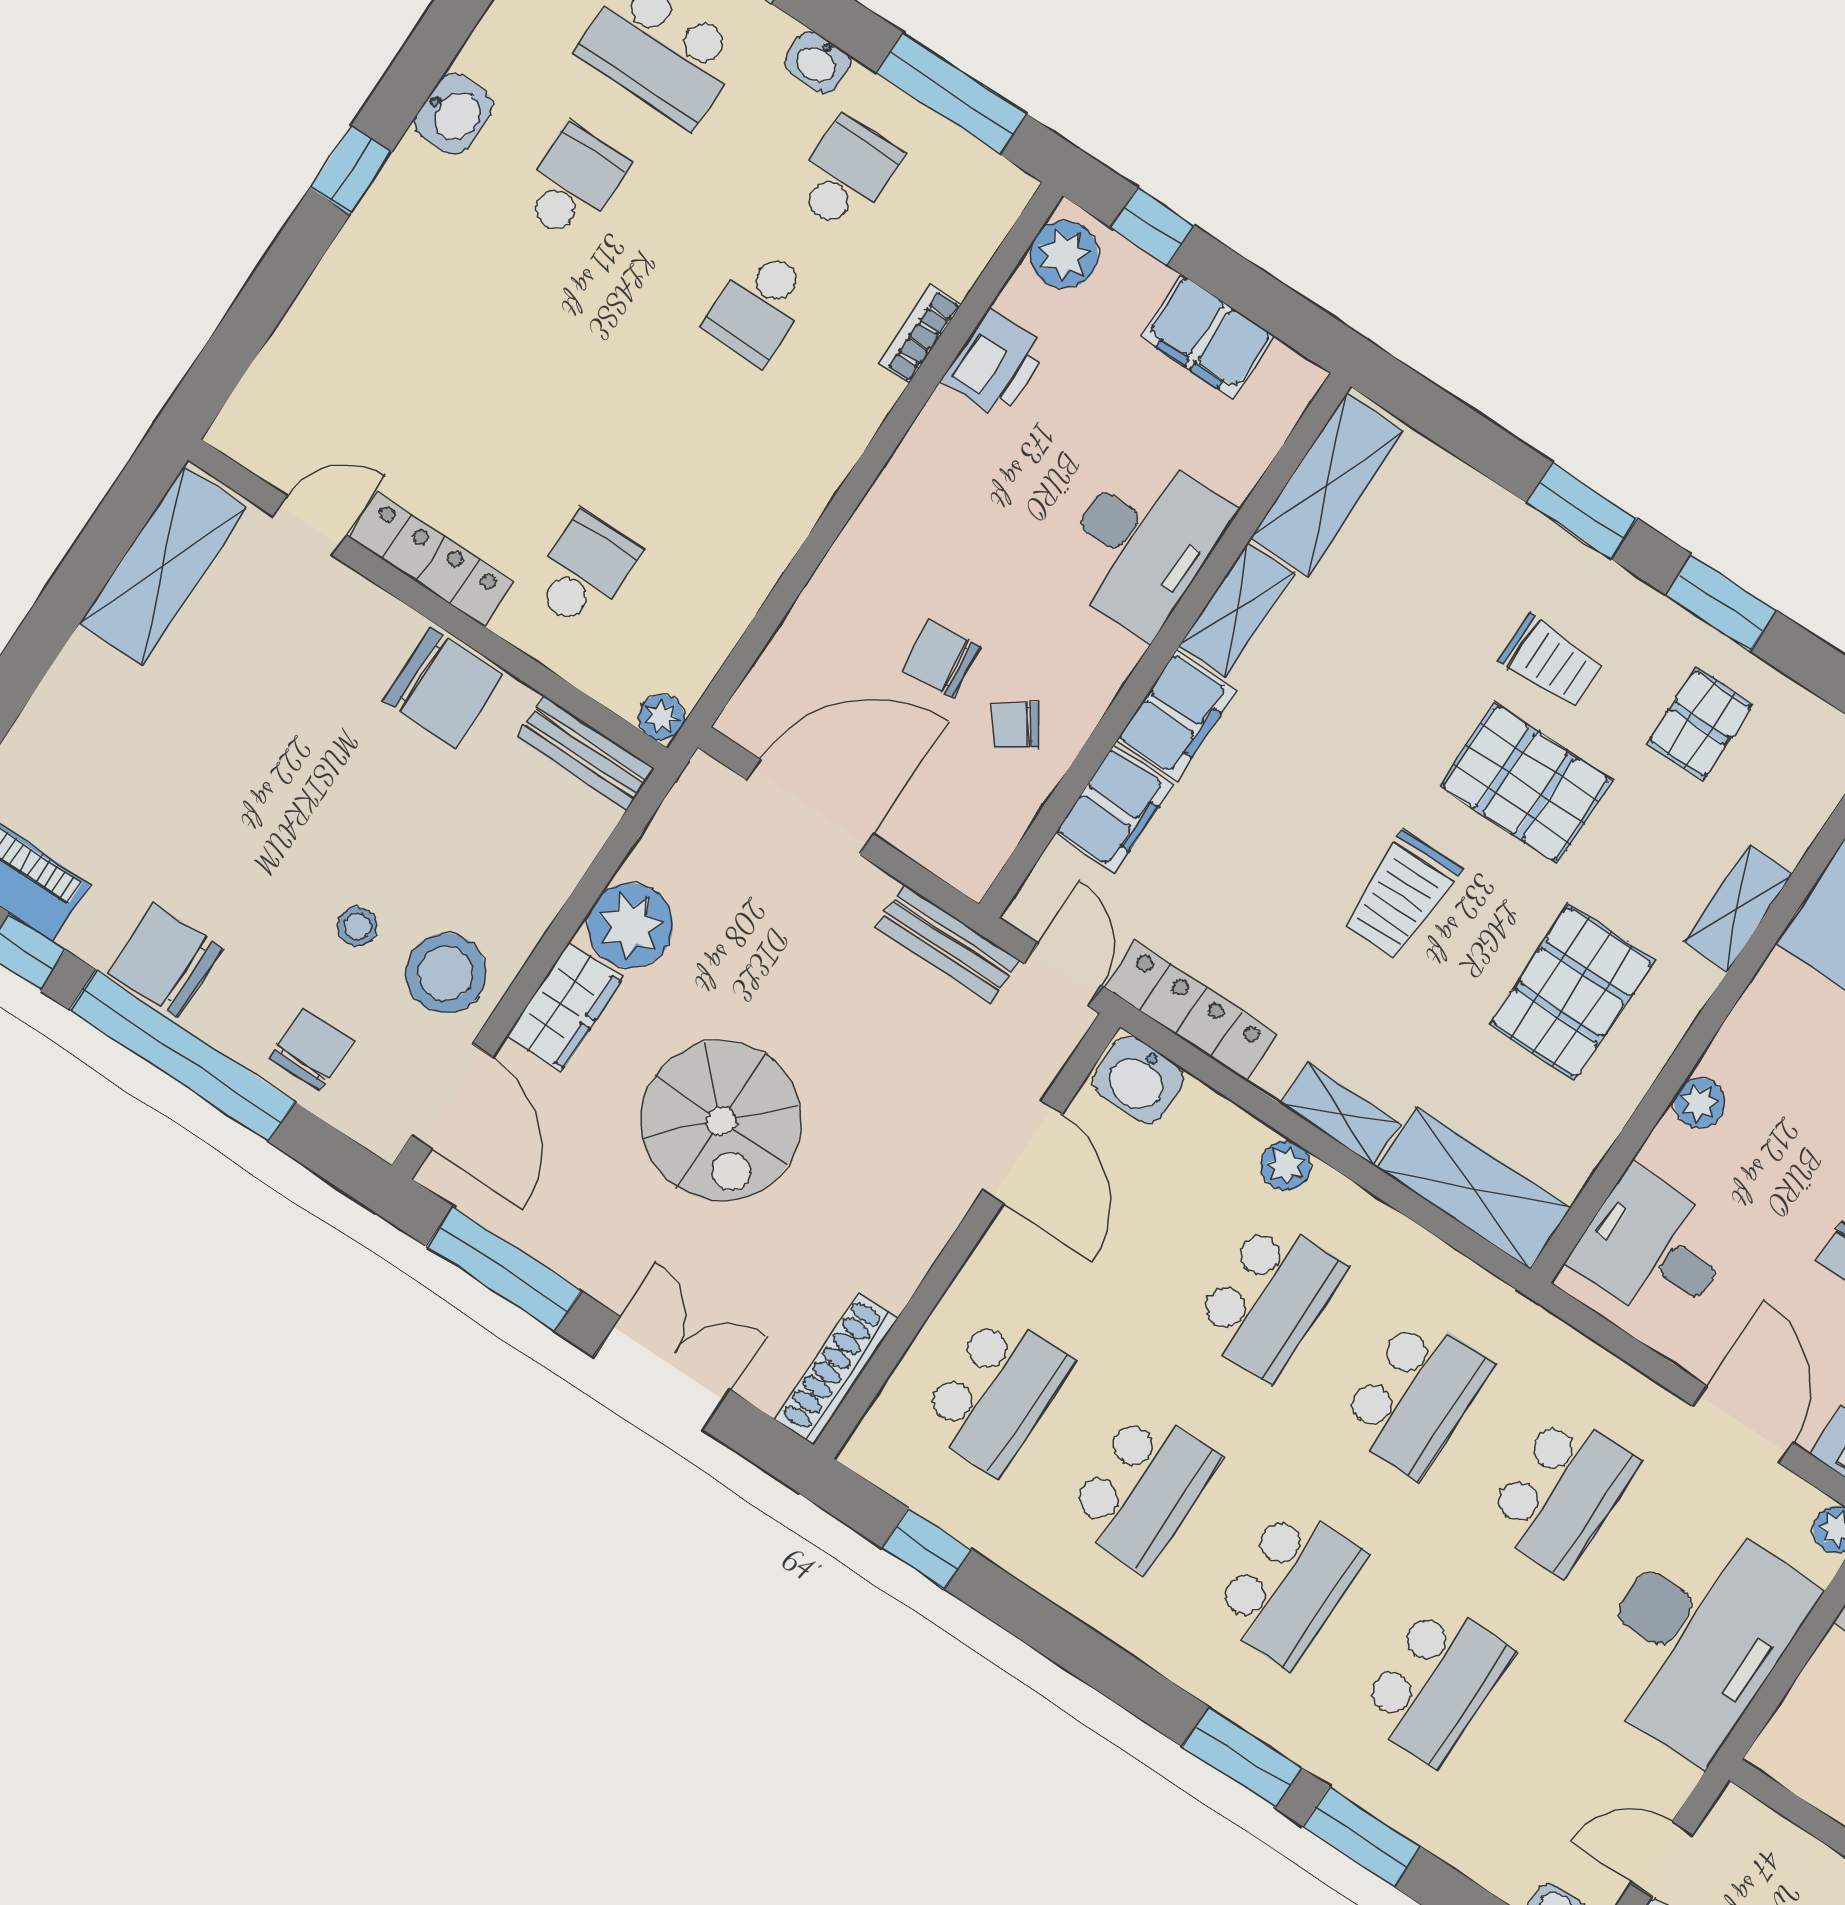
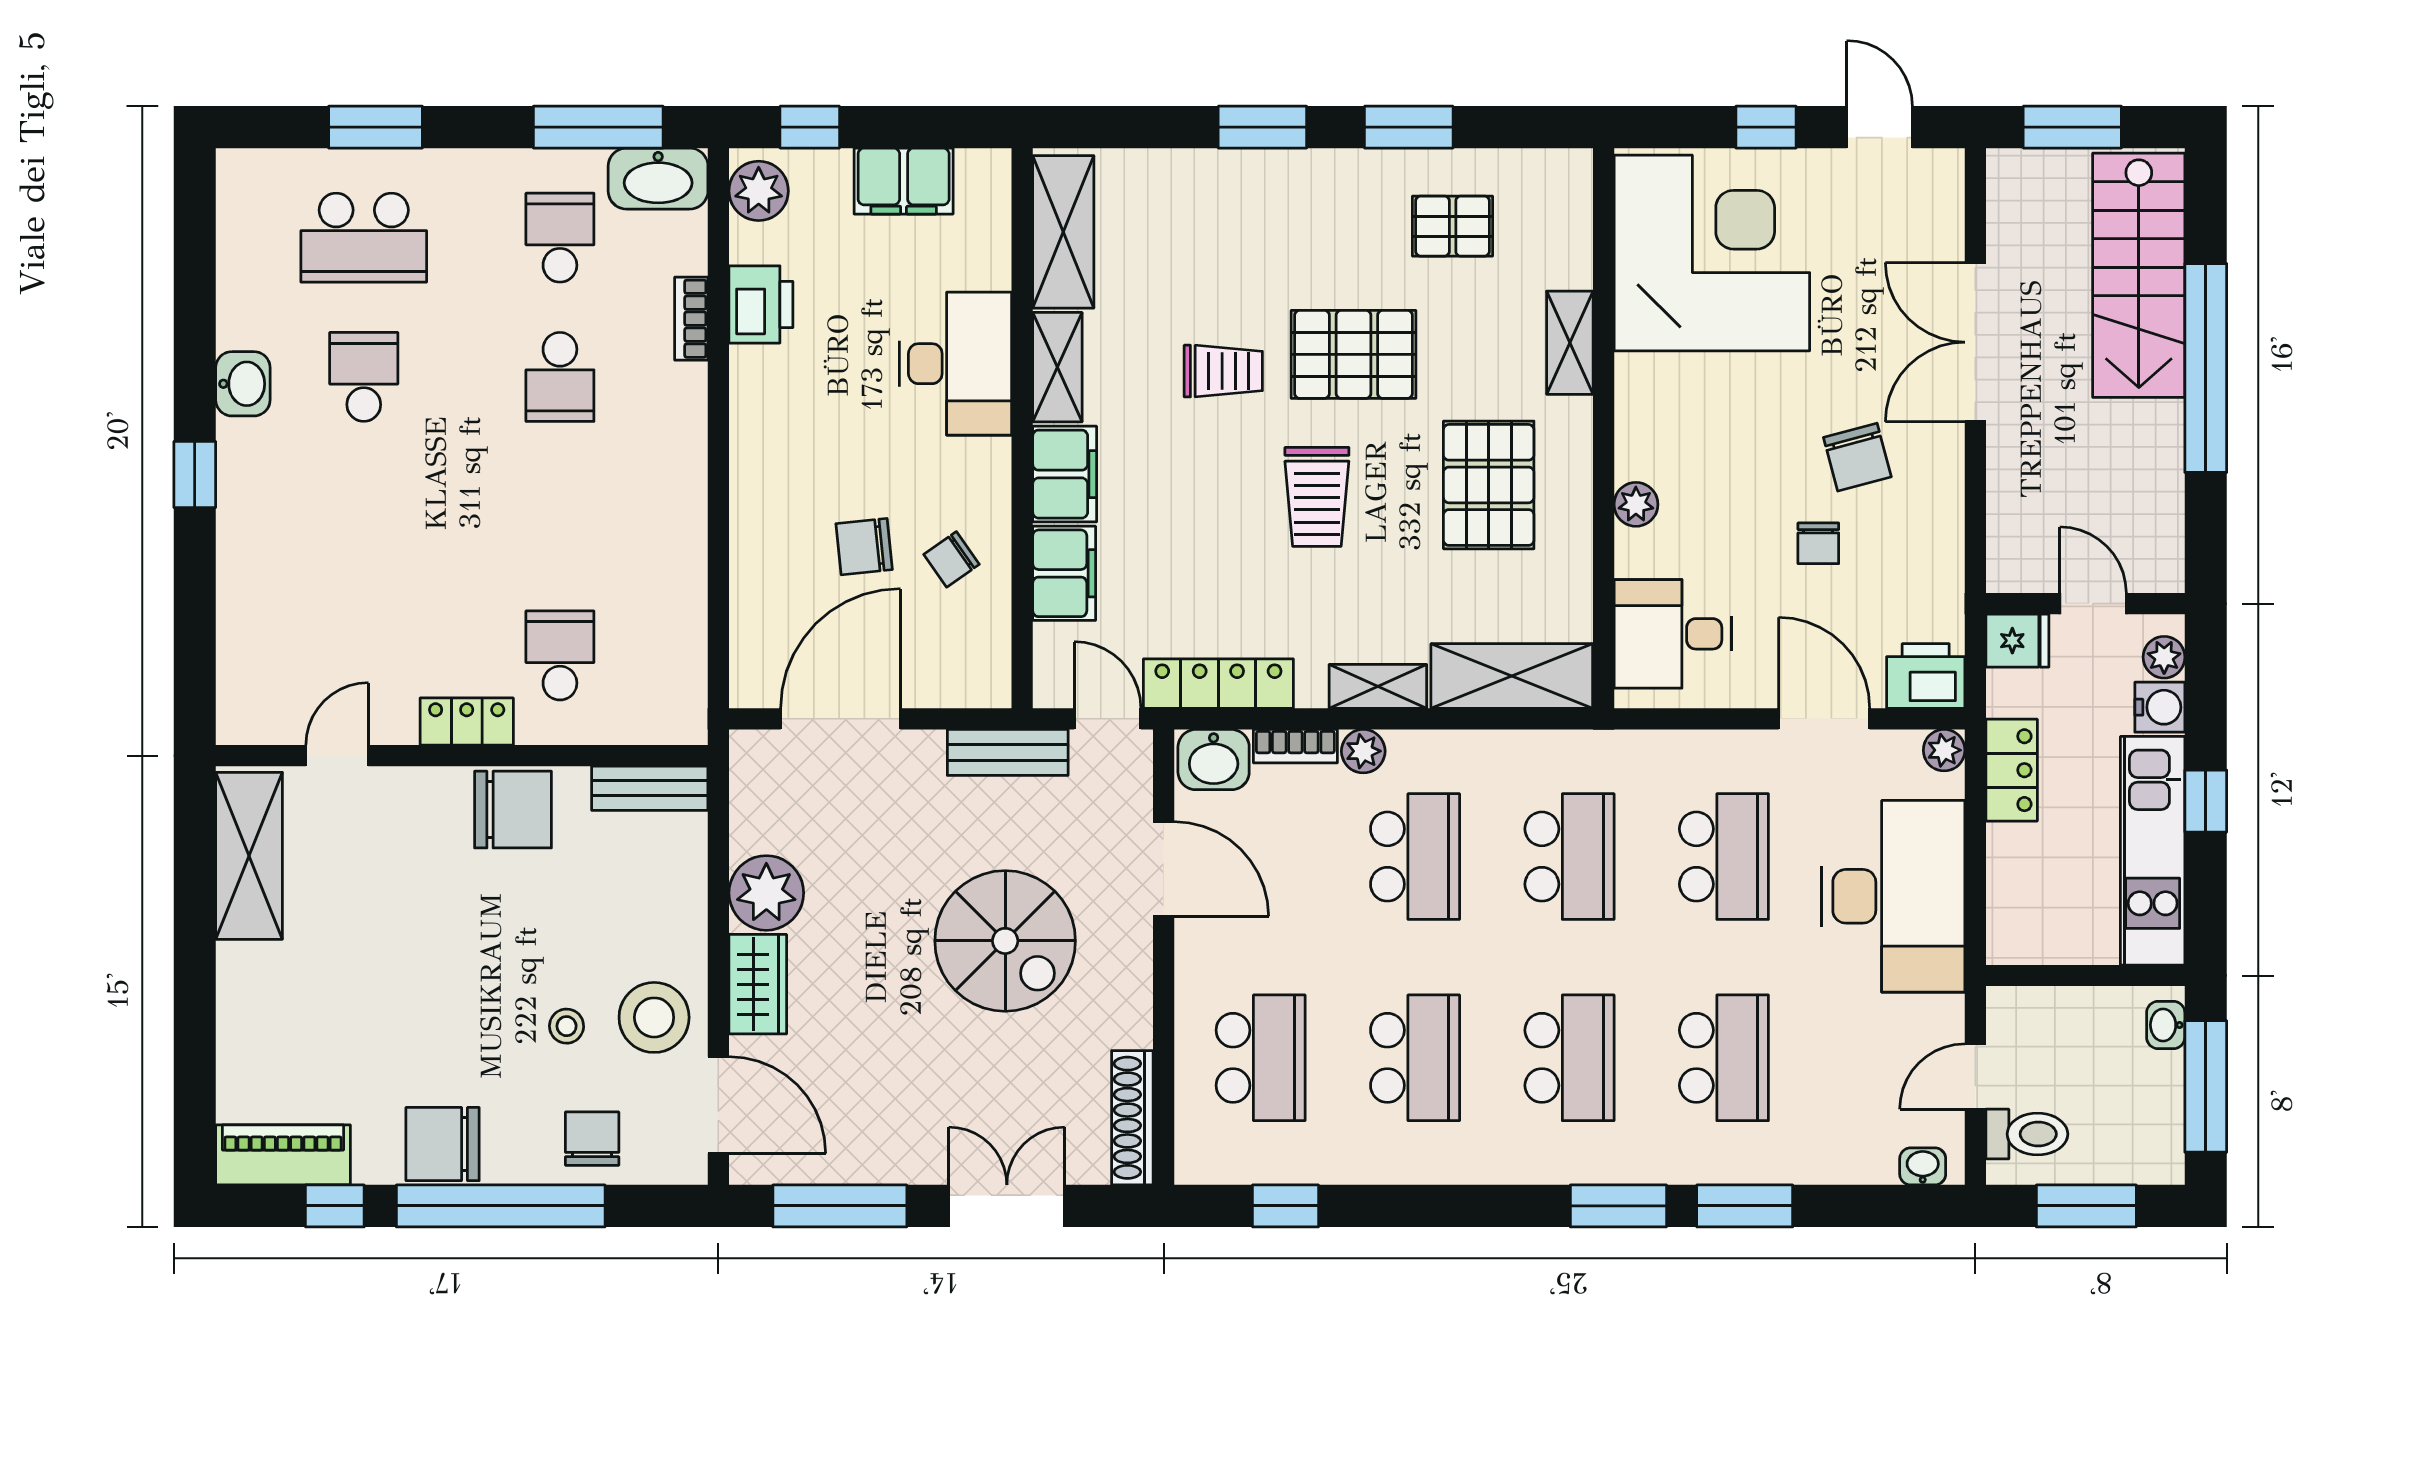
washbasin: (818, 62) -> (658, 179), moved, width x1.91, depth x1.45
locker: (431, 559) -> (467, 722), width x0.66
trolley: (1551, 661) -> (1223, 371), moved
plant: (662, 717) -> (688, 725), removed
pallet: (1700, 724) -> (1453, 226), turned 90
bookcase: (1224, 1118) -> (1295, 746), added
spiral stairs: (721, 1121) -> (1005, 941), moved

